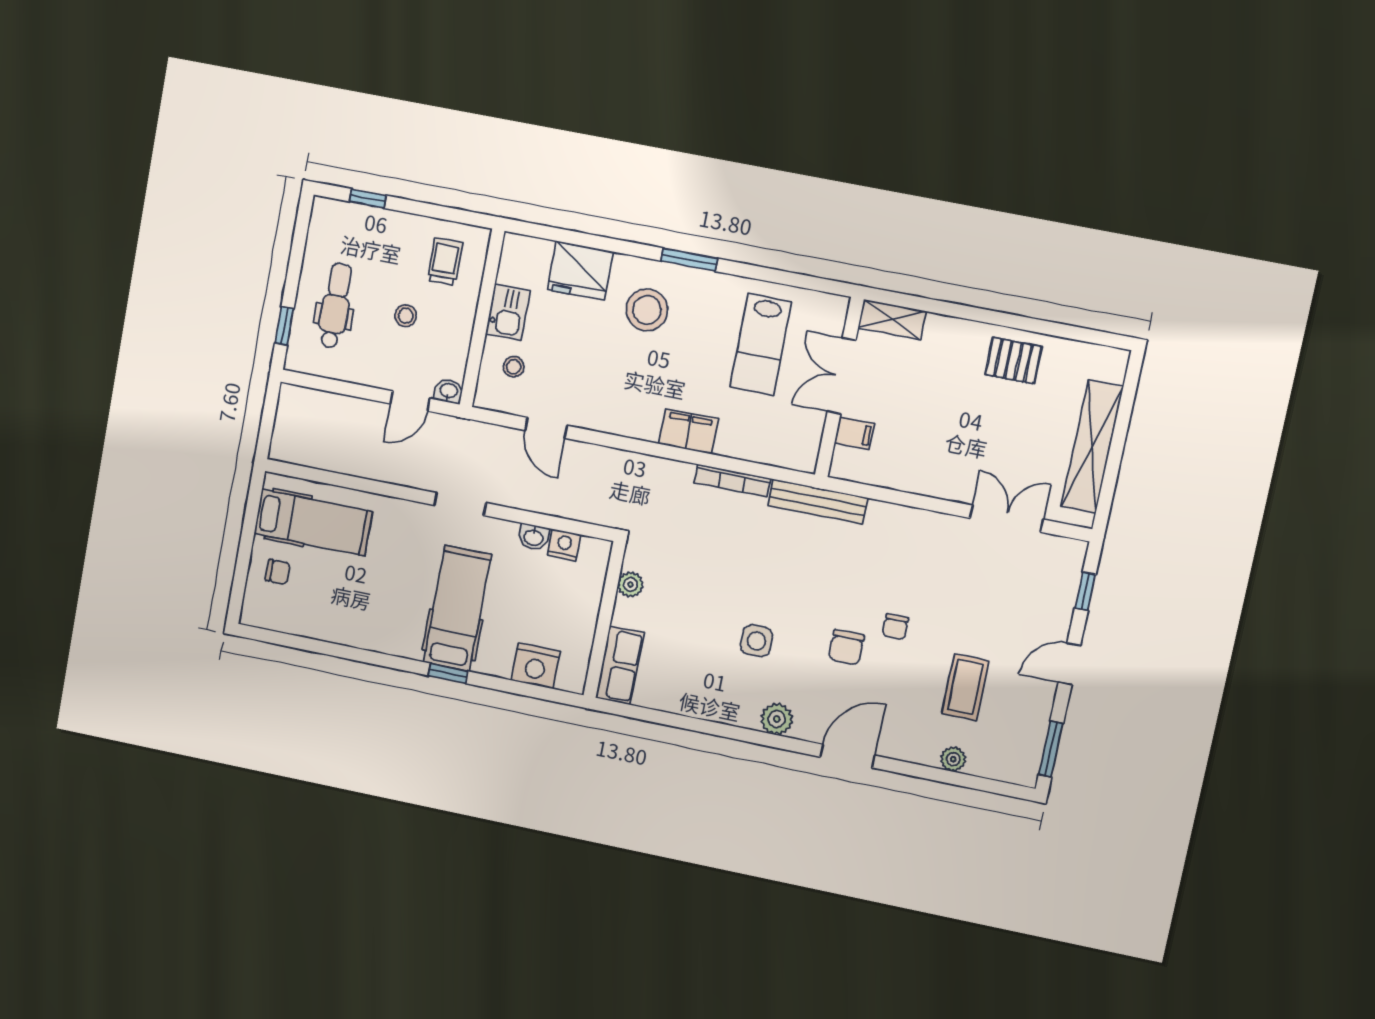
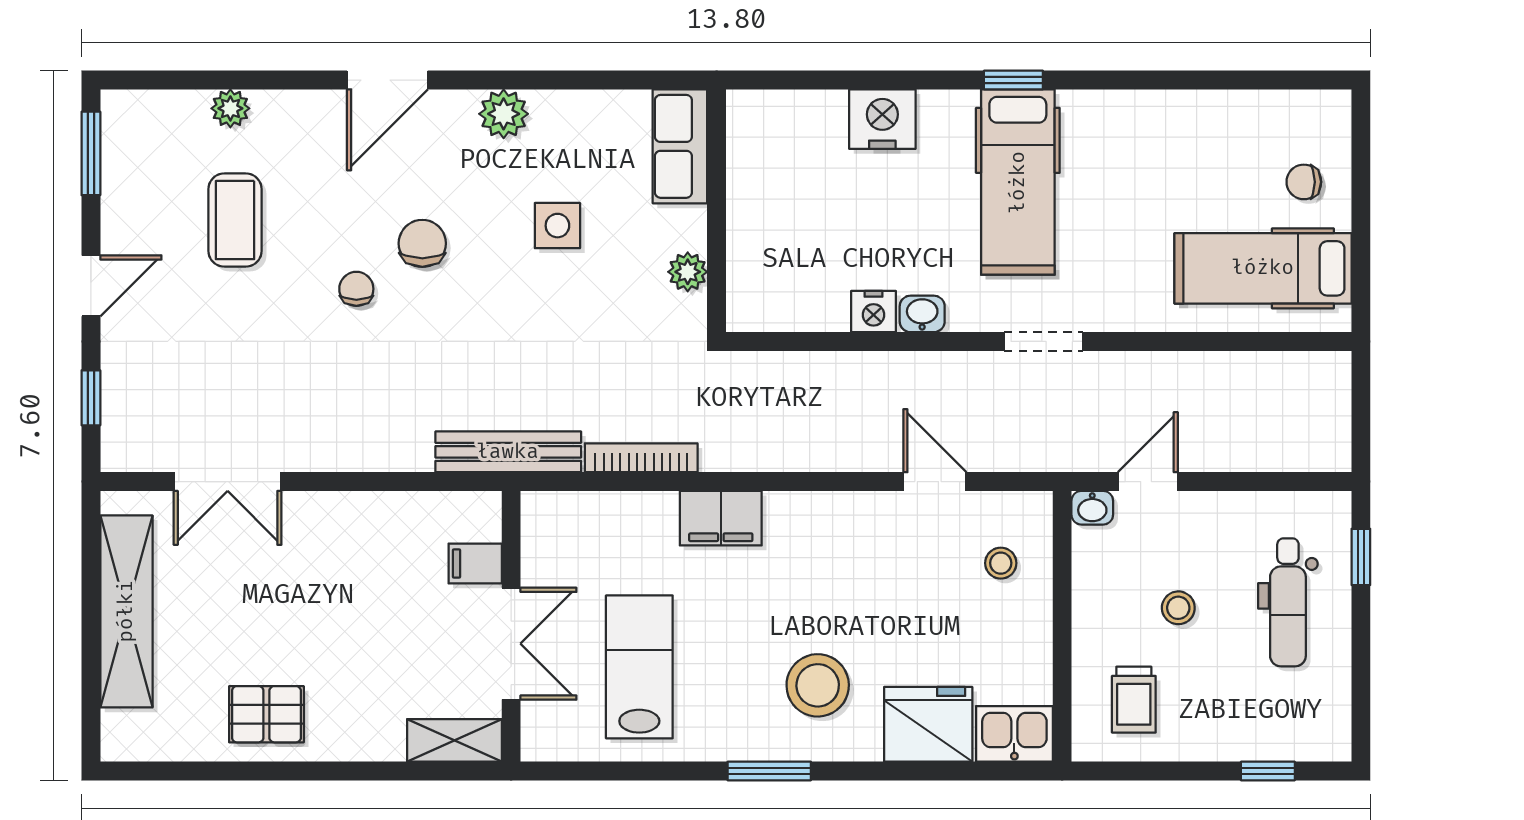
kitchen sink: (508, 312) -> (1014, 734), moved, turned 90
plant: (630, 585) -> (688, 272), moved
wall: (604, 620) -> (717, 211), moved
row of seats: (620, 665) -> (680, 146), moved

